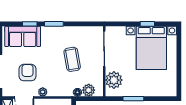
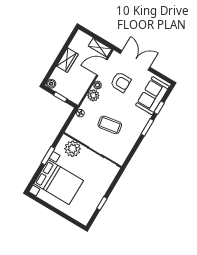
bed with nightstands: (151, 48) -> (59, 182), moved, turned 180
plant: (89, 90) -> (93, 95), moved

